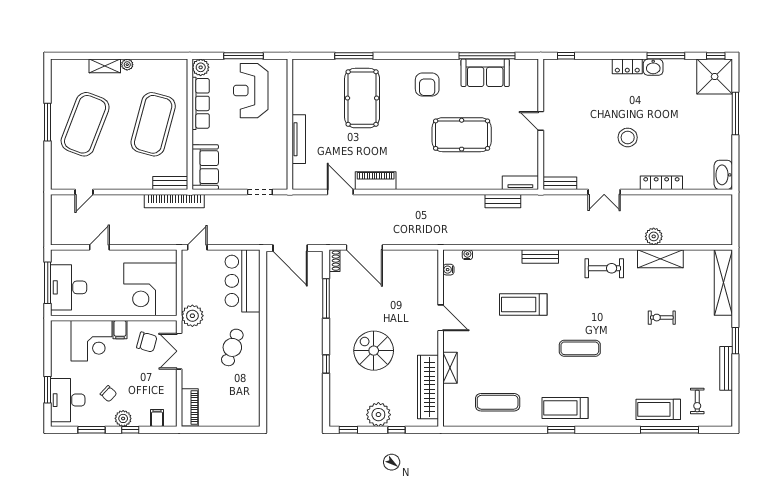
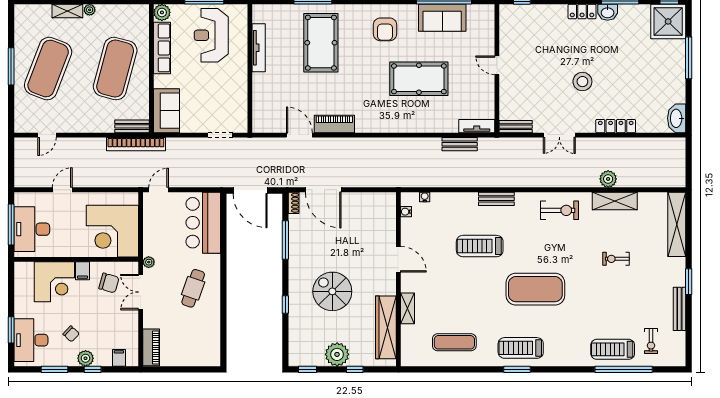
tv unit: (299, 139) -> (259, 48), moved
plant: (192, 316) -> (149, 262), width x0.53, depth x0.53
exercise mat: (580, 348) -> (535, 289), width x2.00, depth x1.45

